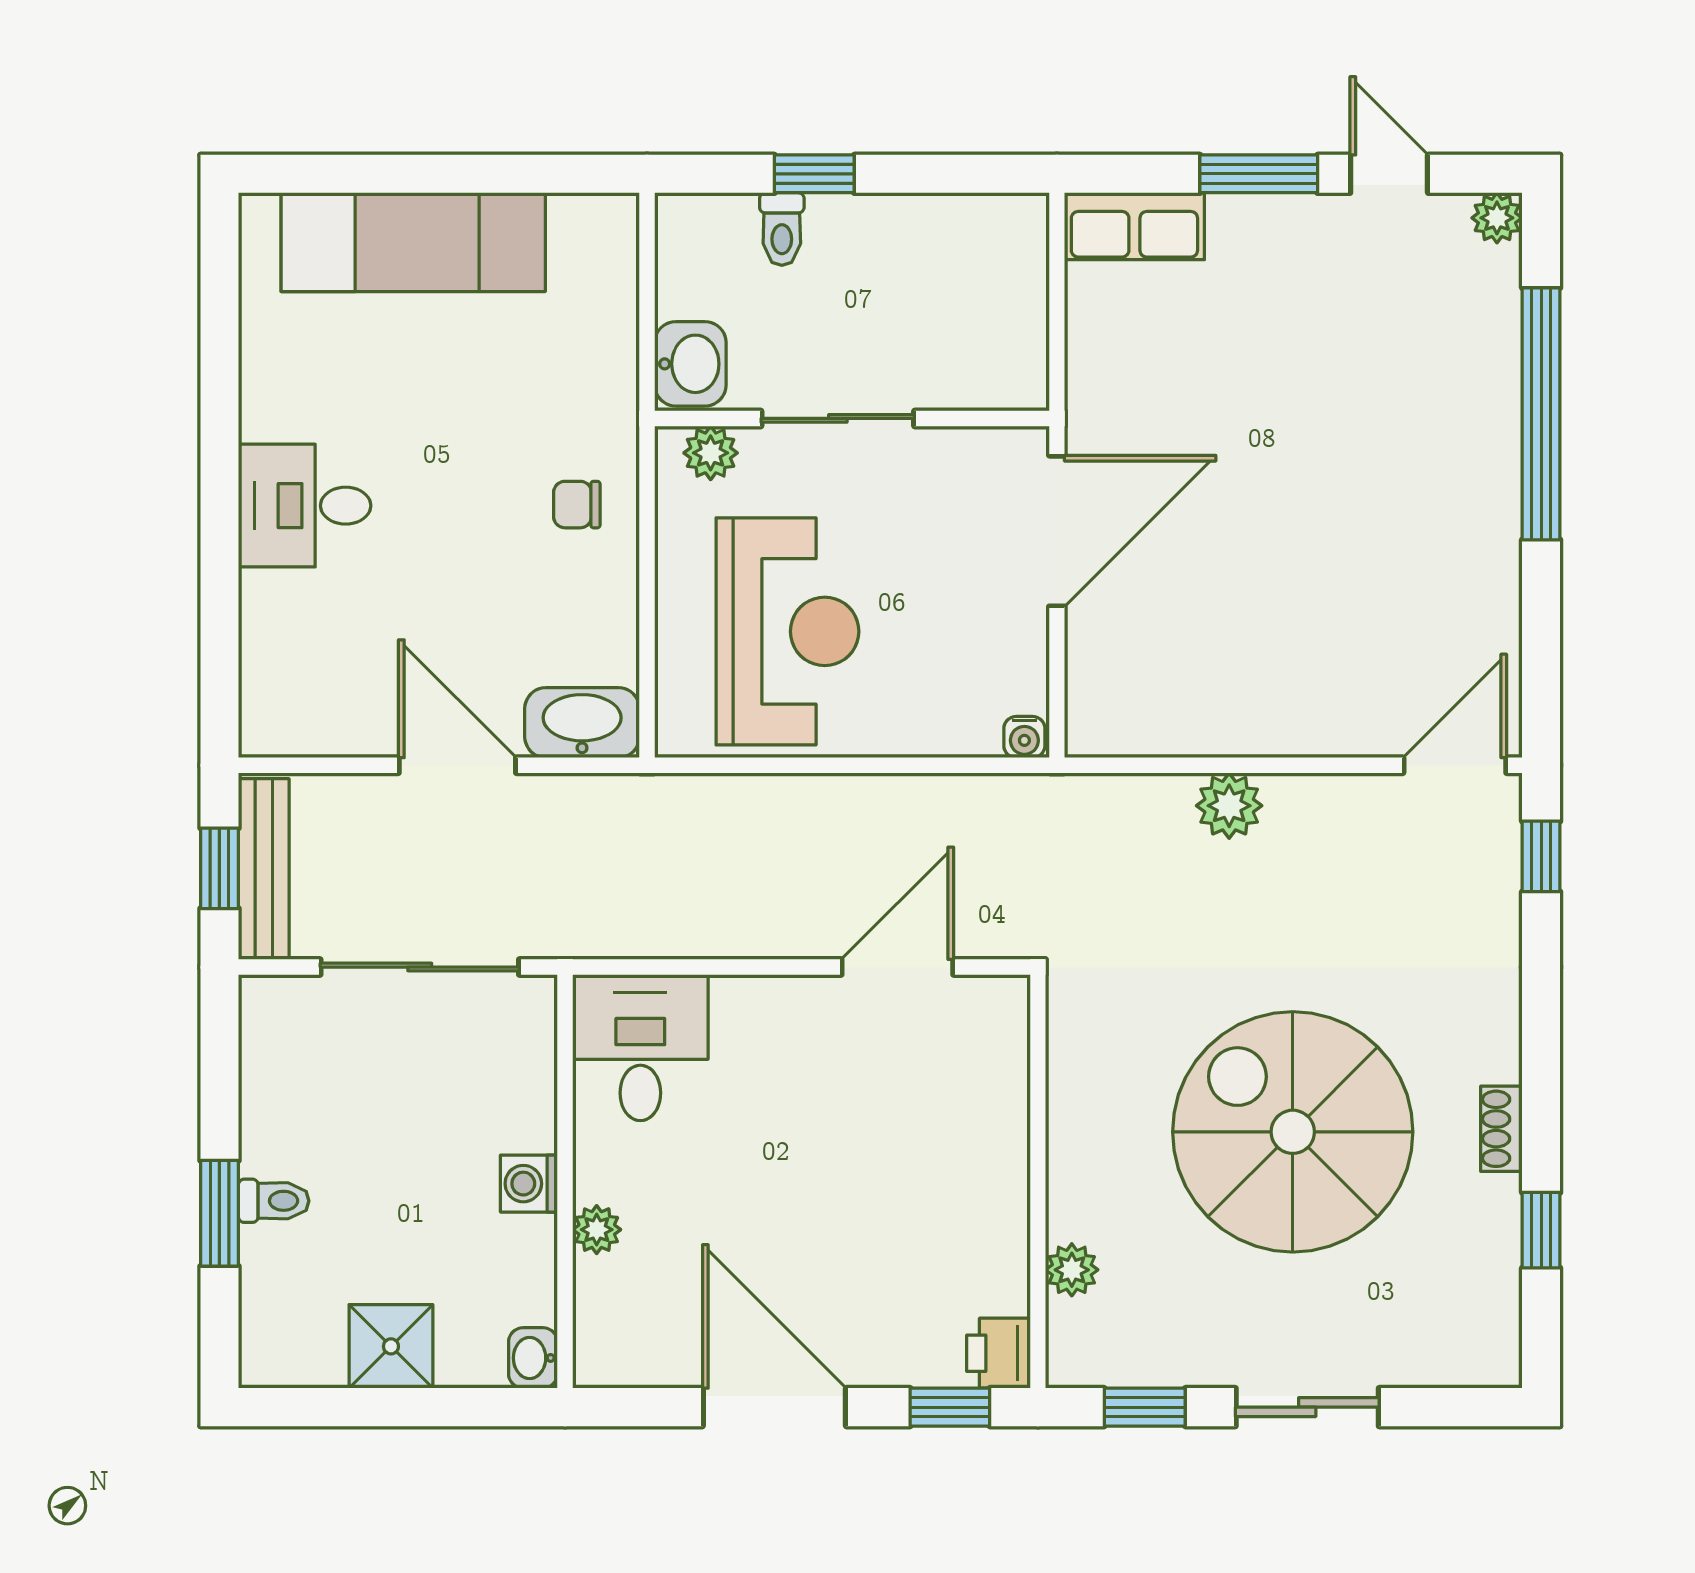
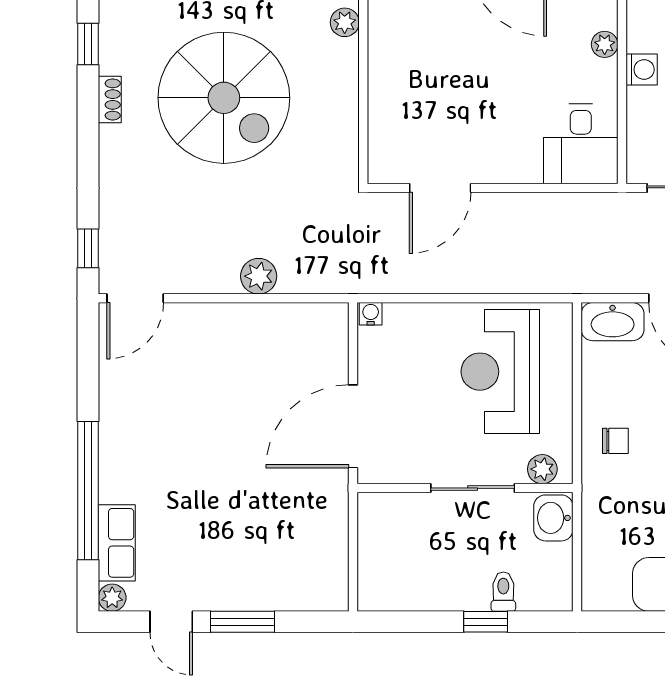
row of seats: (1134, 226) -> (117, 543), moved, turned 90

